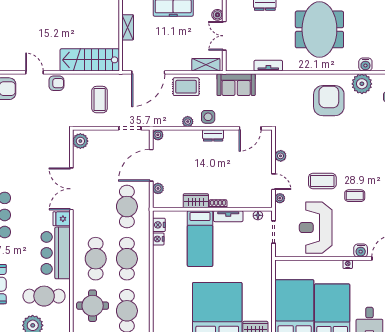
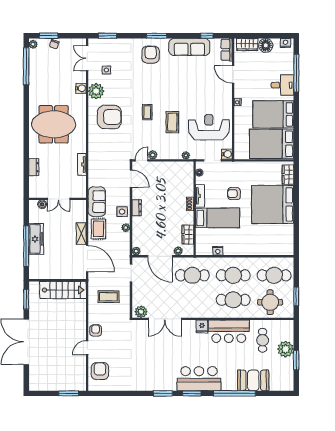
shelving: (128, 27) -> (52, 275), removed
stairs: (90, 60) -> (63, 290), moved, turned -90
shelving: (206, 65) -> (81, 234), moved
sofa: (236, 85) -> (97, 202), moved
armchair: (329, 101) -> (109, 117), turned 180
door: (274, 182) -> (142, 160), moved
double door: (71, 189) -> (165, 319), moved
coffee table: (355, 196) -> (147, 112), moved
wardrobe: (196, 201) -> (188, 235), moved
nightstand: (159, 225) -> (207, 250), removed
reception desk: (316, 228) -> (209, 127), turned 180
water cooler: (361, 251) -> (227, 154), moved
armchair: (231, 260) -> (234, 194), added
cafe table: (44, 296) -> (263, 340), width x0.73, depth x0.74

